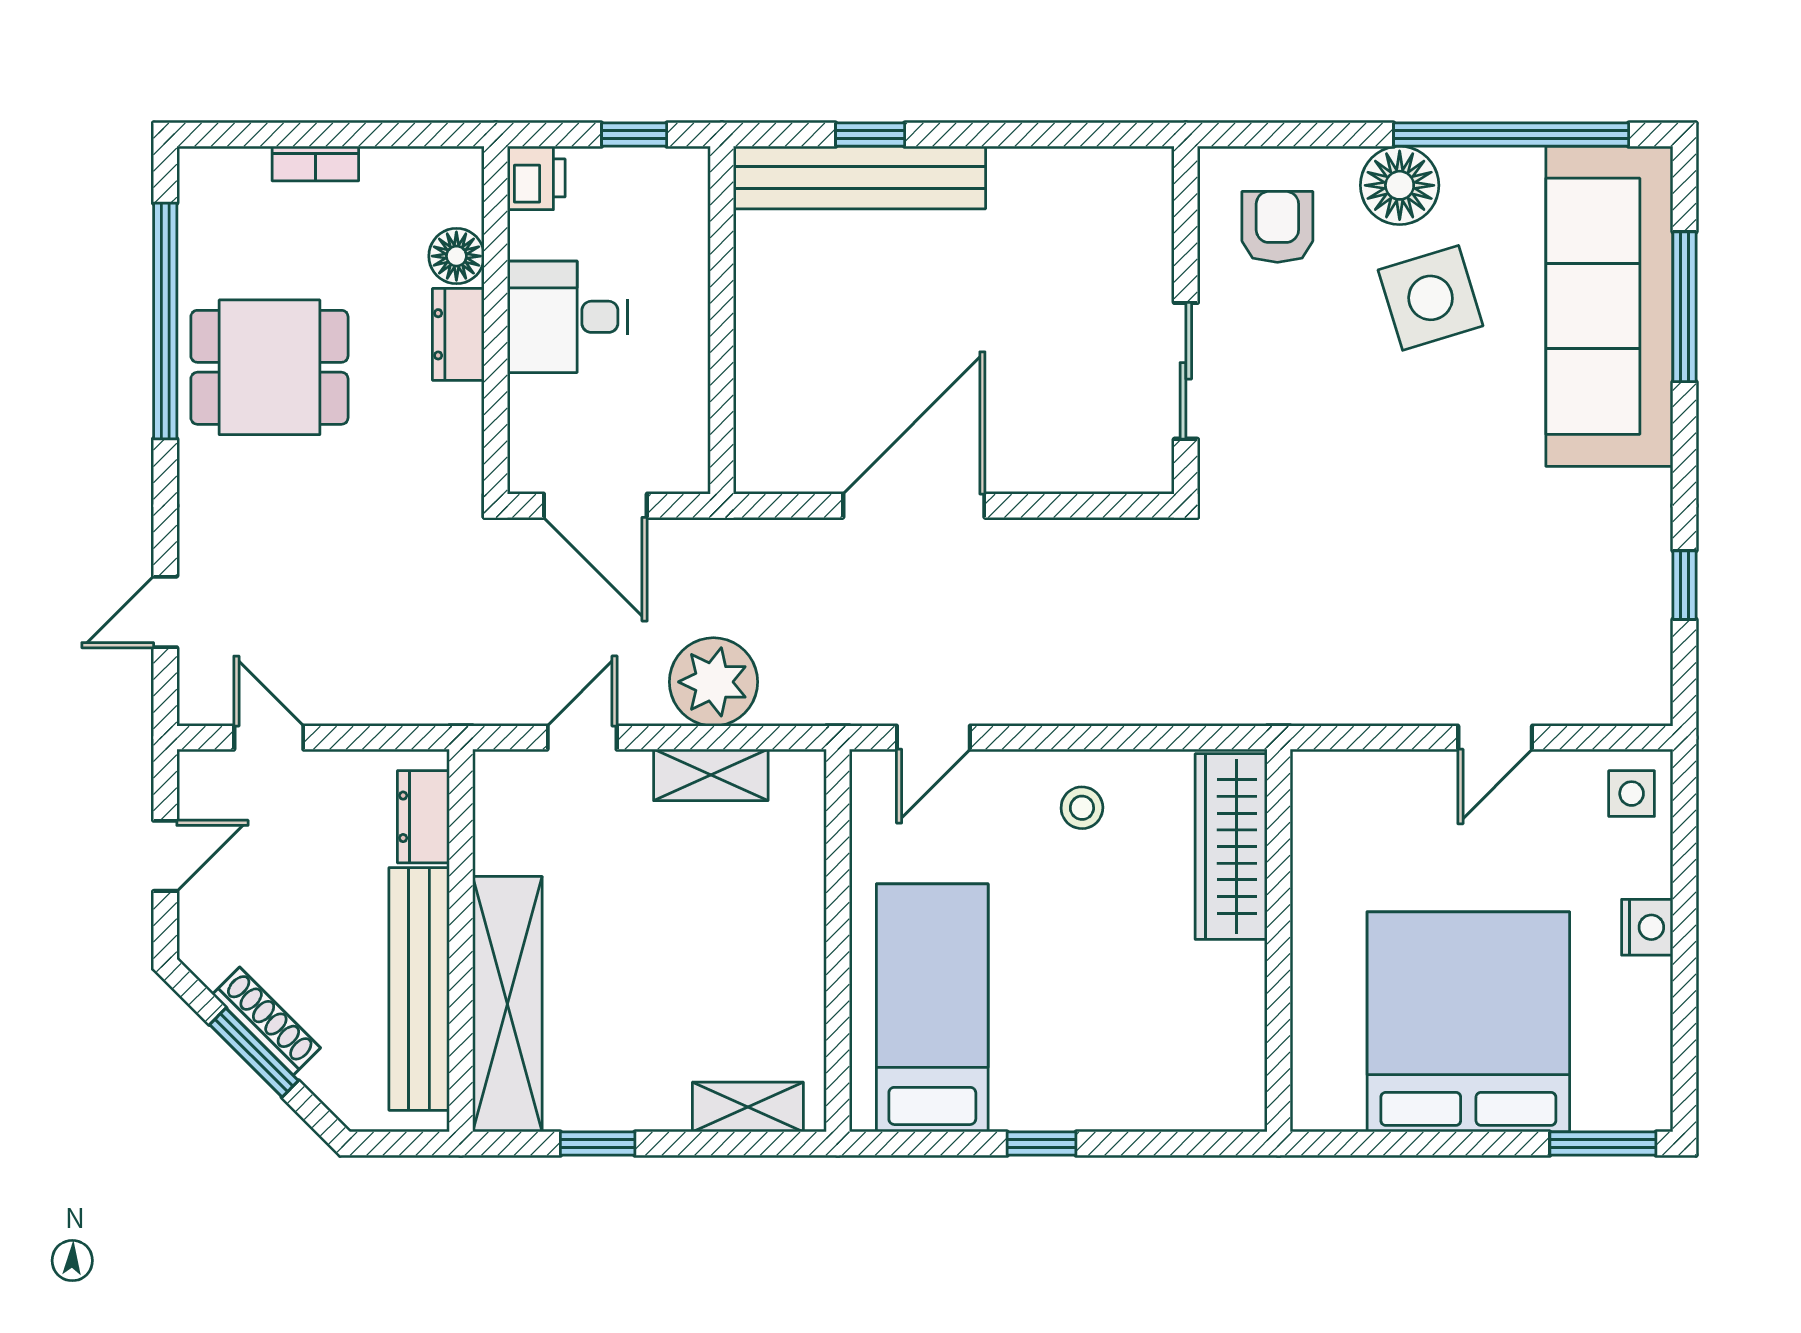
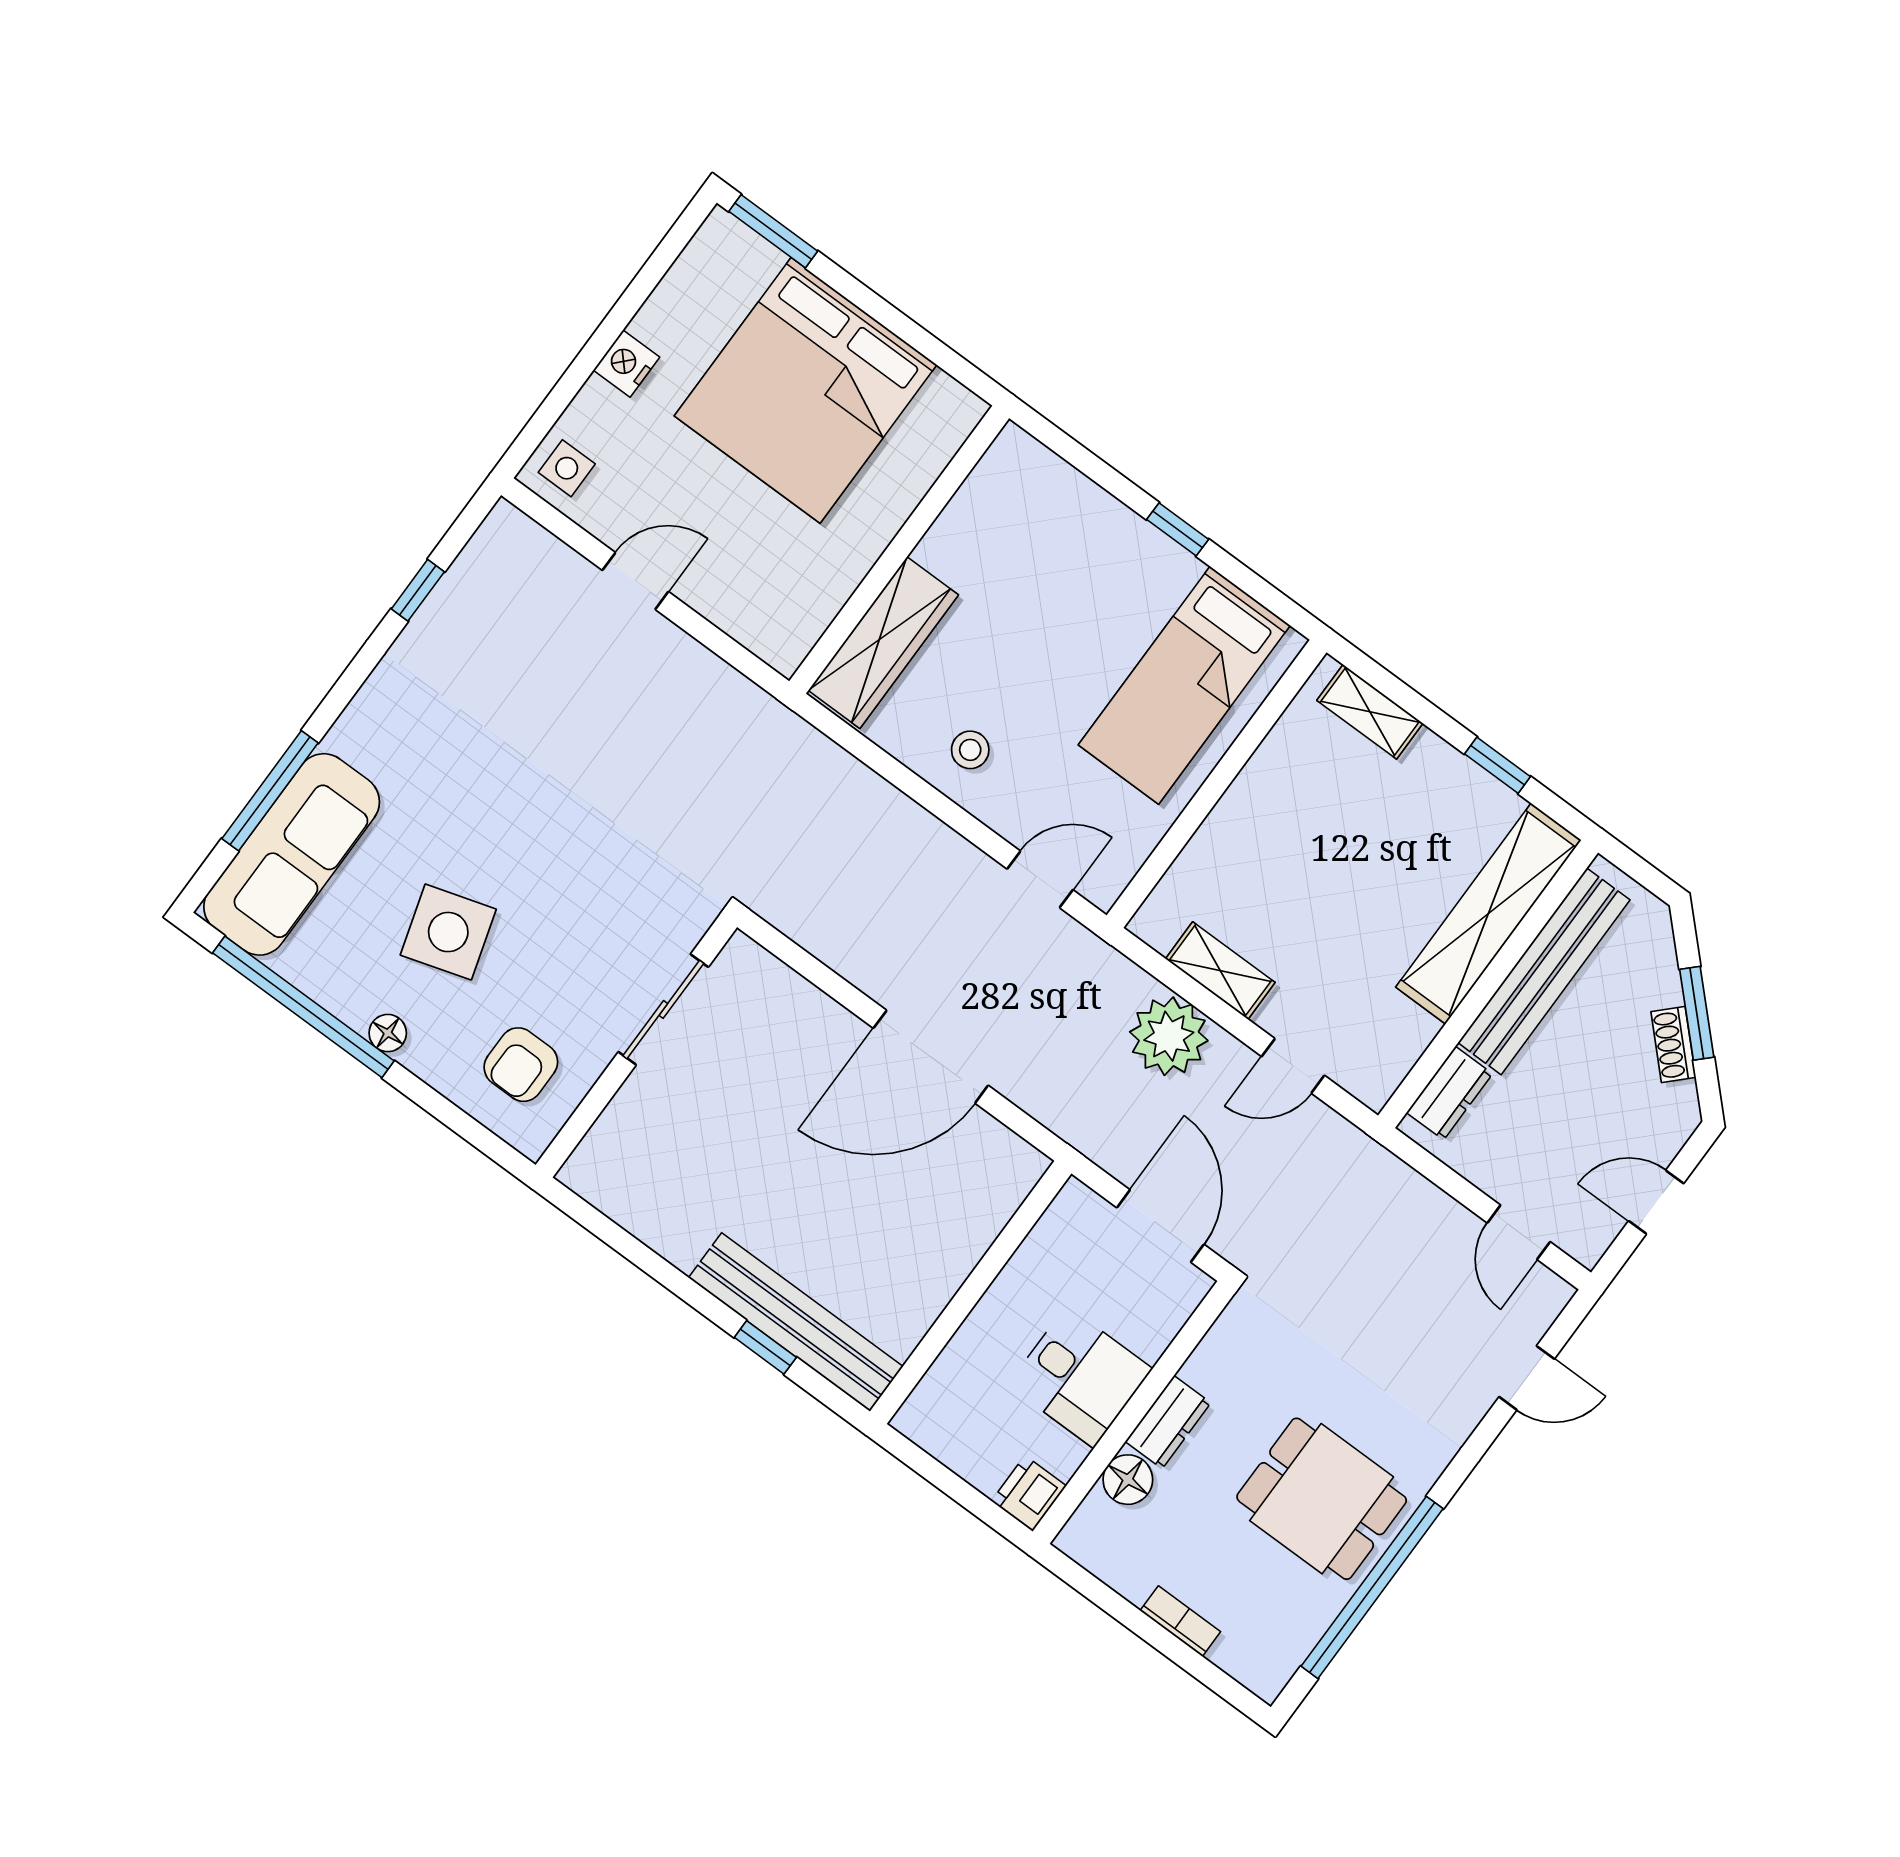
window: (634, 135) -> (935, 1473), removed
floor lamp: (1400, 185) -> (388, 1033), width x0.53, depth x0.53
sofa: (1609, 306) -> (292, 854), width x0.74, depth x0.79
shoe rack: (266, 1021) -> (1673, 1045), width x0.70

